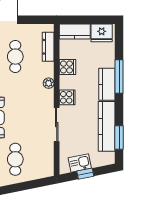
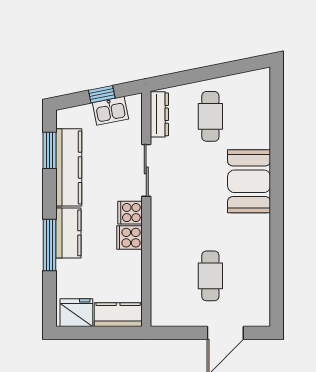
dresser: (48, 47) -> (159, 114), moved
cooker: (67, 67) -> (129, 238), moved
plant: (49, 83) -> (159, 235), removed

